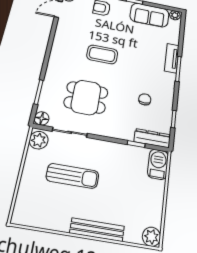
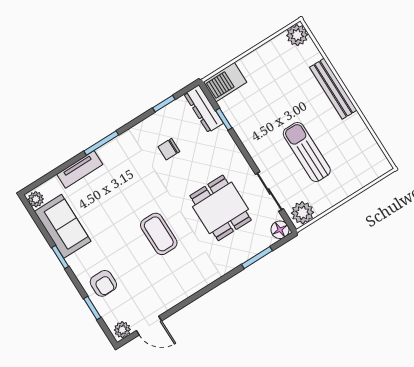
tv unit: (172, 58) -> (80, 169), moved

